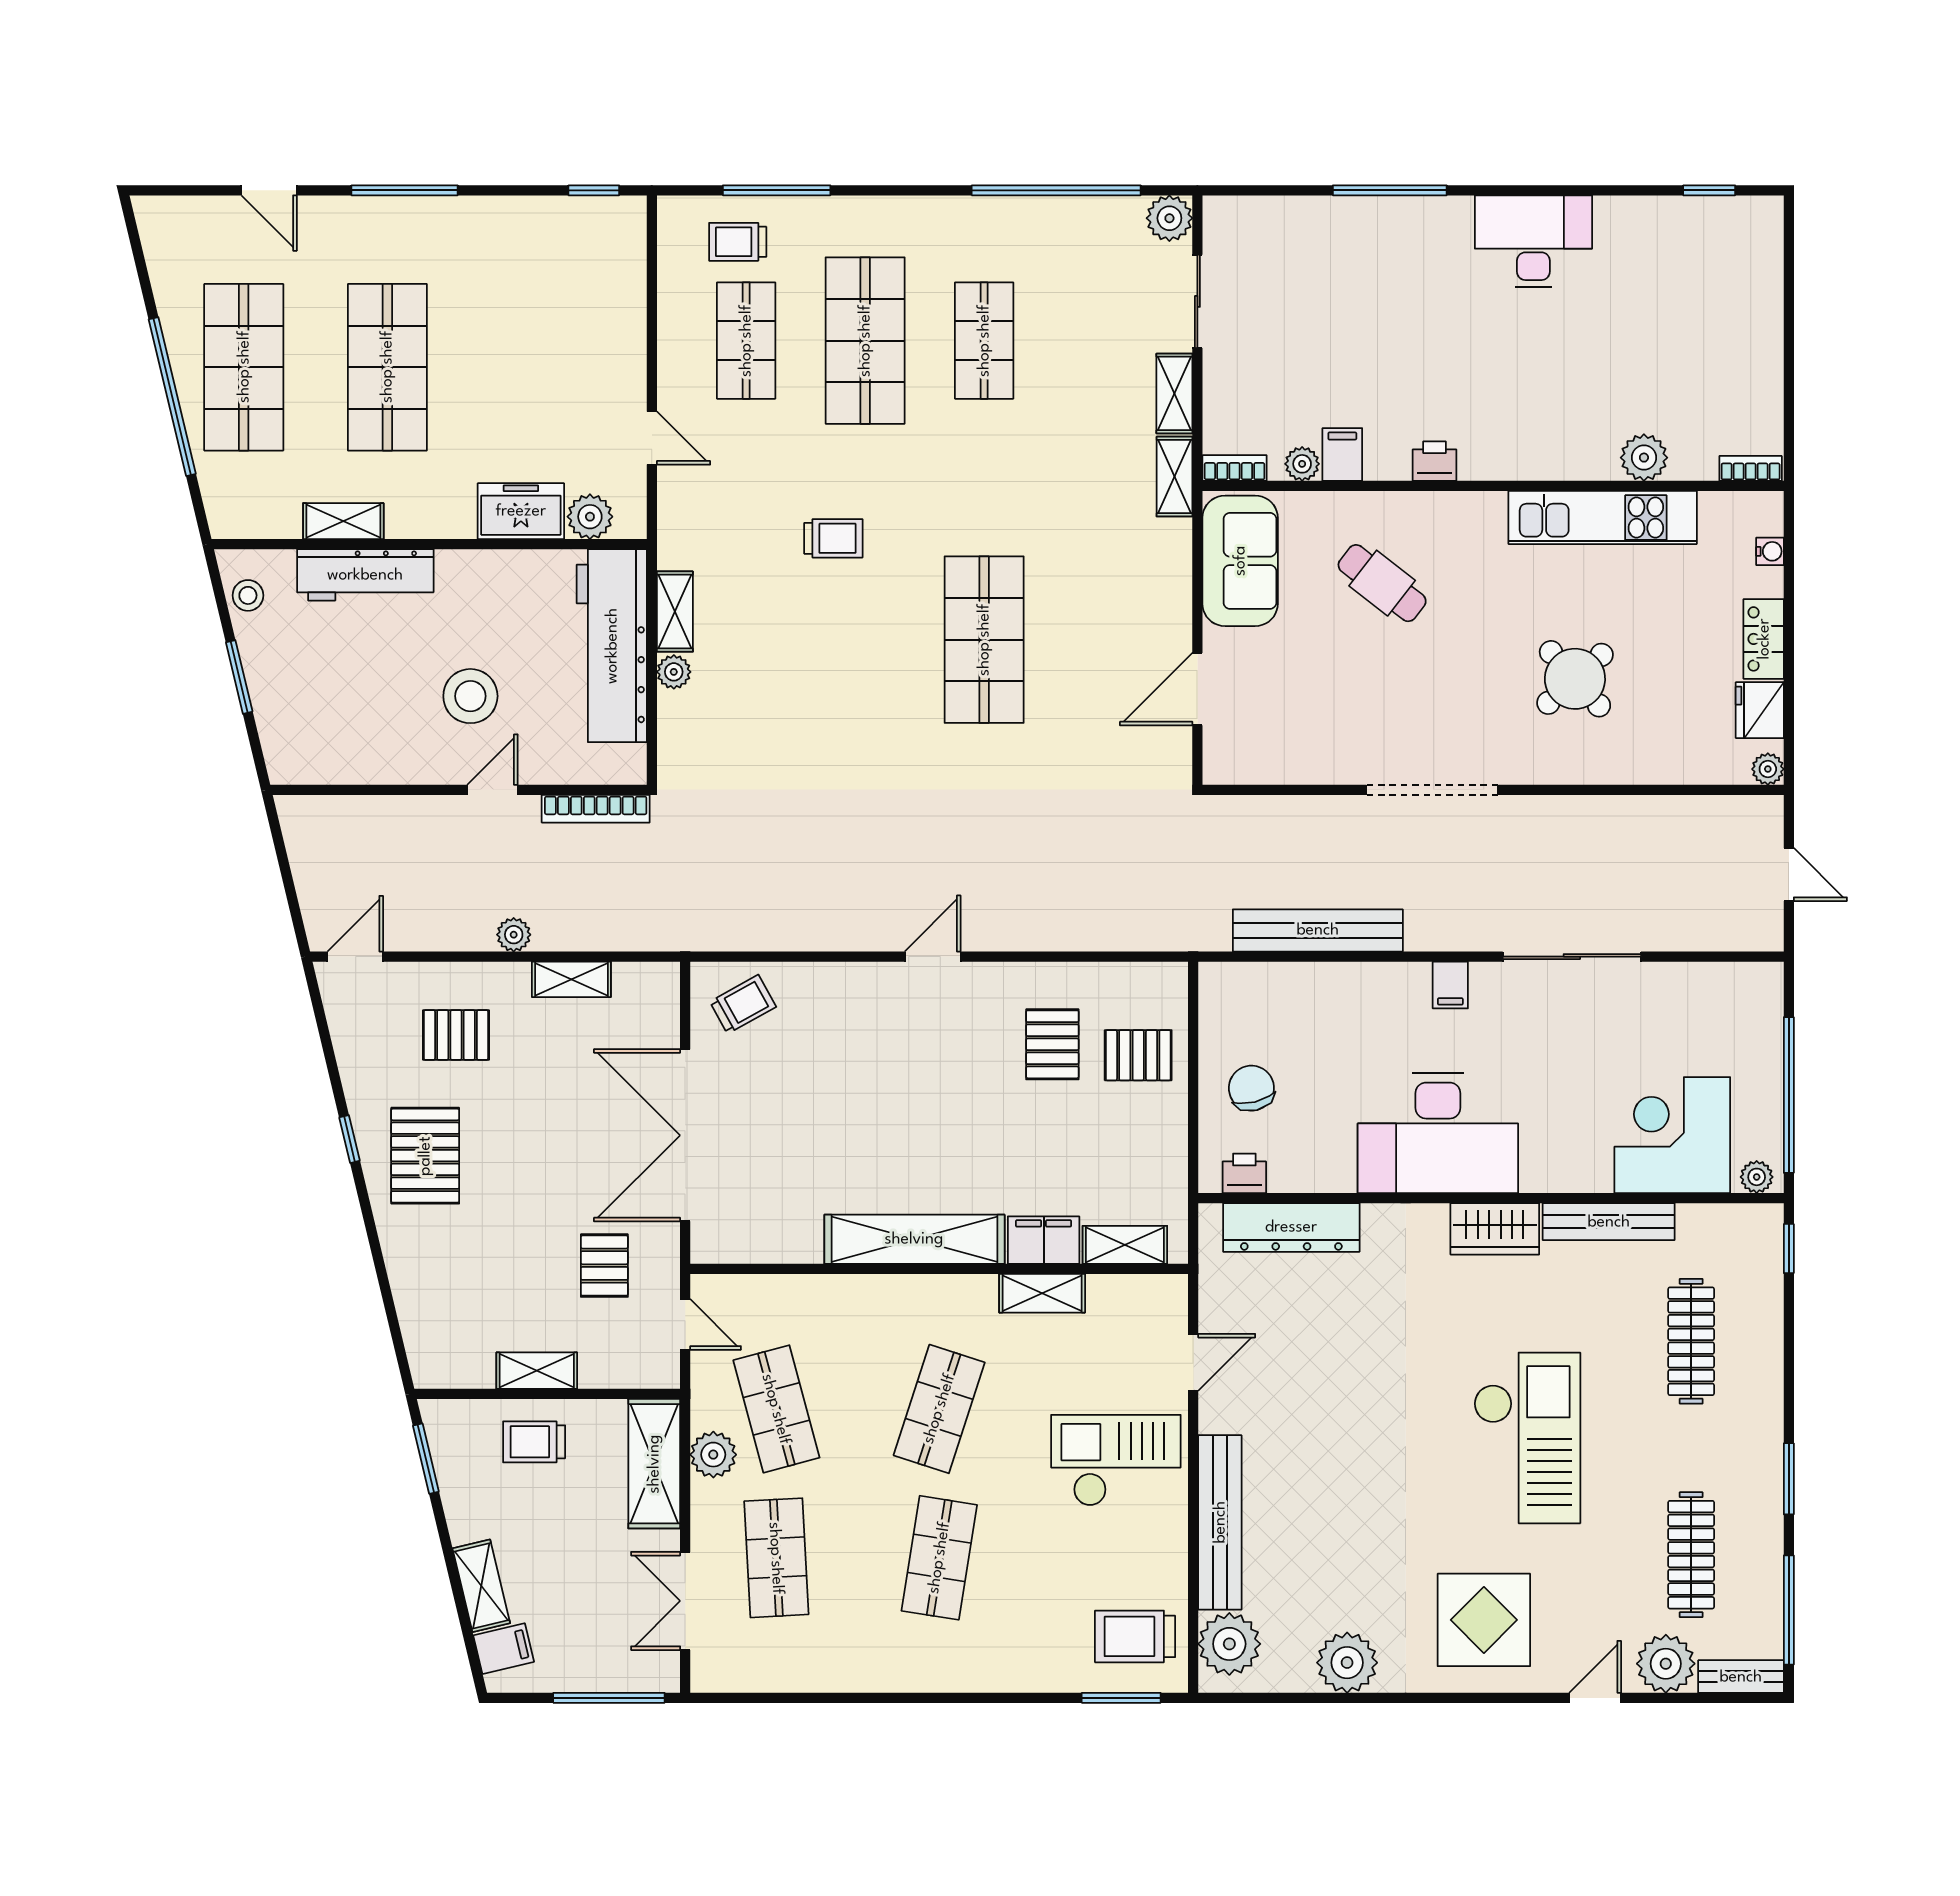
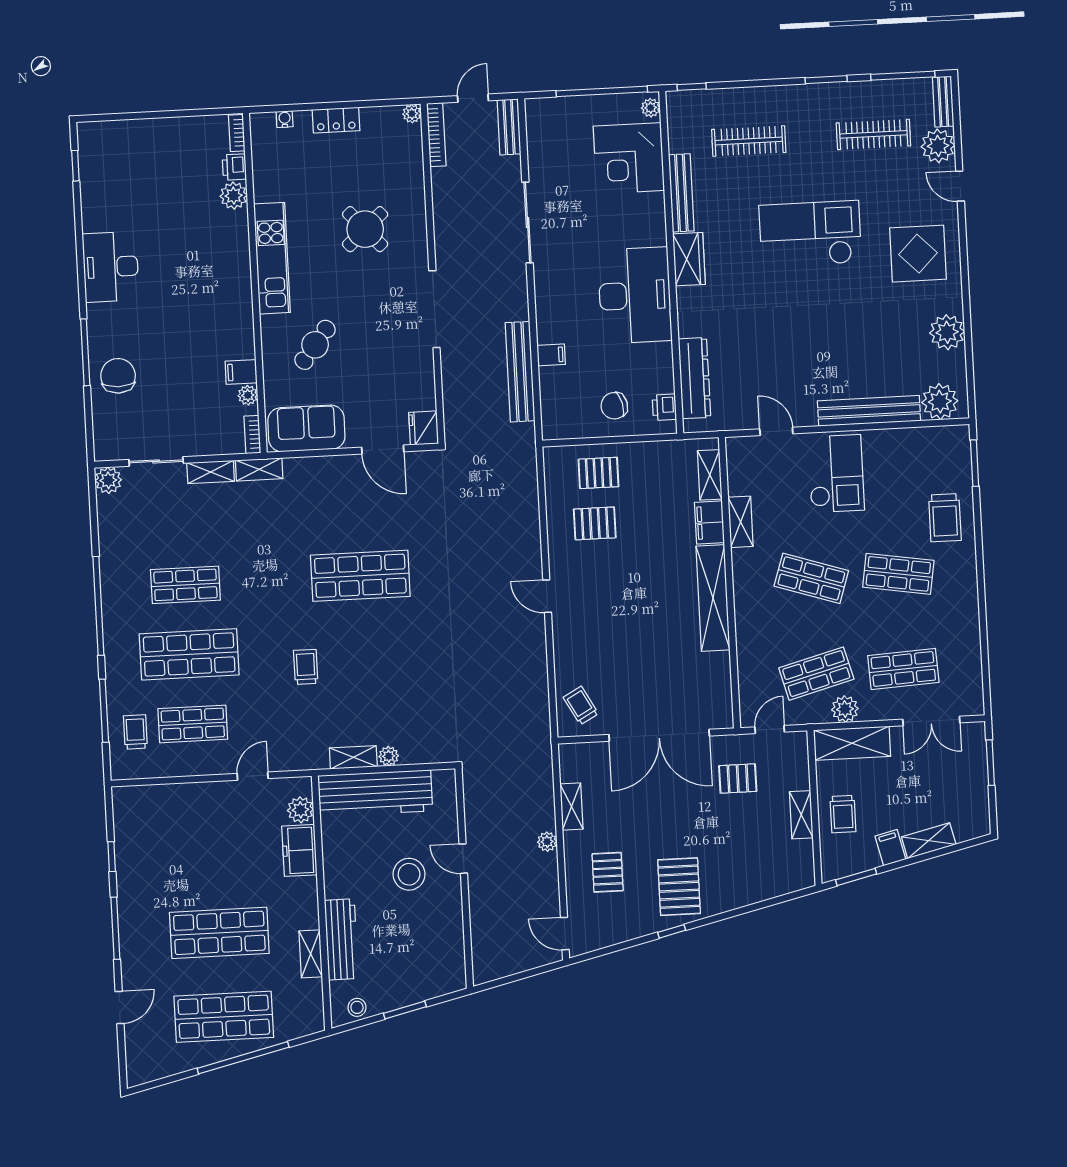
window: (594, 190) -> (112, 857), moved
window: (1056, 190) -> (98, 606), moved
trolley: (738, 242) -> (135, 732), turned 180
chair: (1347, 244) -> (118, 376), added
printer: (1434, 461) -> (234, 167), moved
kitchen unit: (1603, 517) -> (272, 258), moved
fridge: (1760, 710) -> (424, 428), moved, turned 90
bookcase: (596, 809) -> (436, 135), moved
bench: (1737, 934) -> (509, 127), added
filing cabinet: (1450, 985) -> (551, 355), moved
pallet: (1138, 1055) -> (598, 473), turned 90
pallet: (425, 1156) -> (679, 887), turned 90
checkout: (1116, 1460) -> (836, 474), turned 180
trolley: (1135, 1636) -> (945, 518), moved
filing cabinet: (504, 1649) -> (890, 848), moved
window: (609, 1698) -> (990, 763), width x0.69

